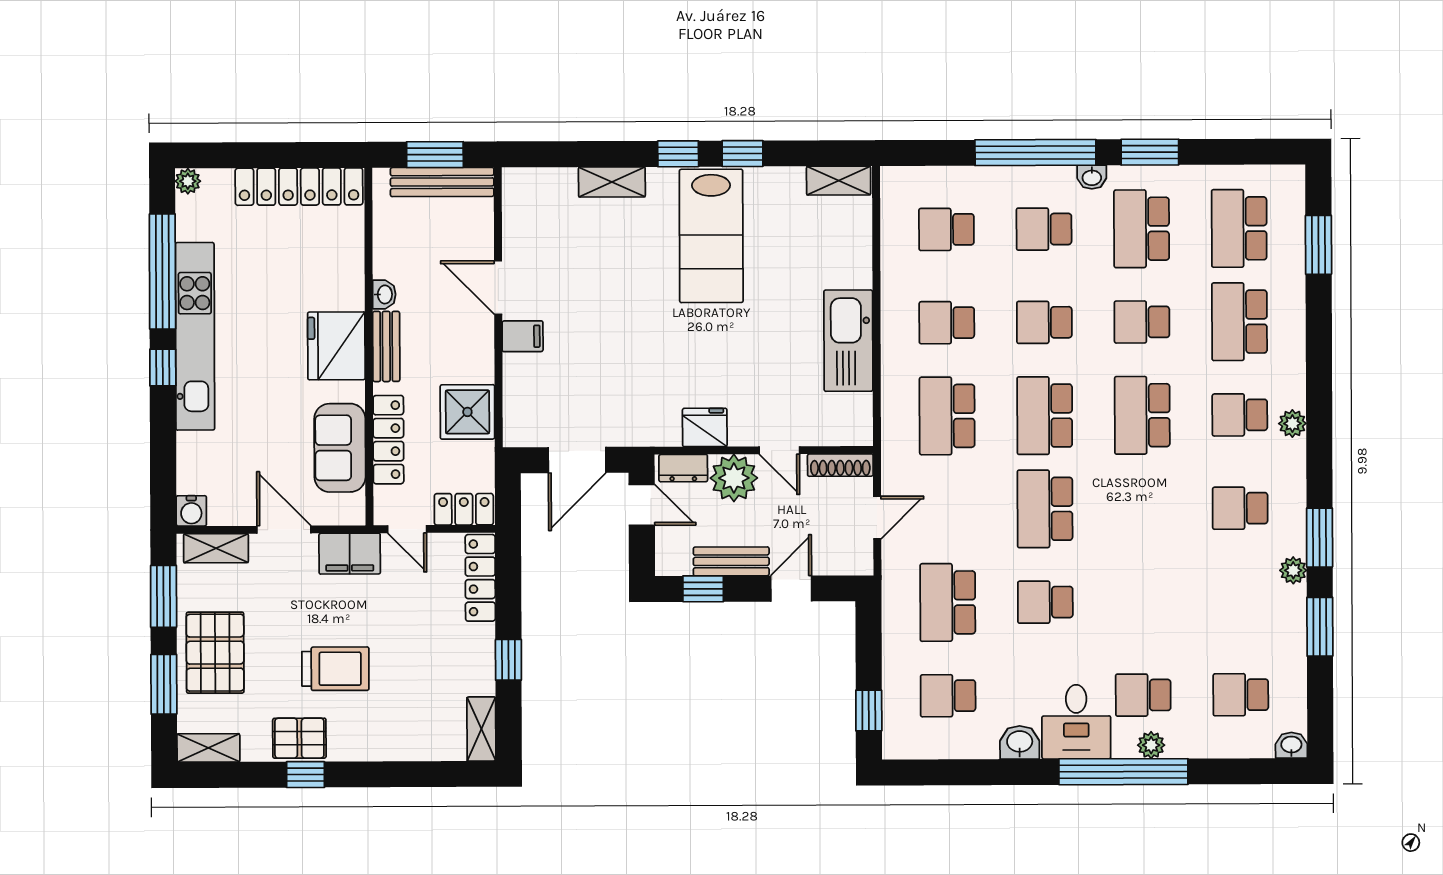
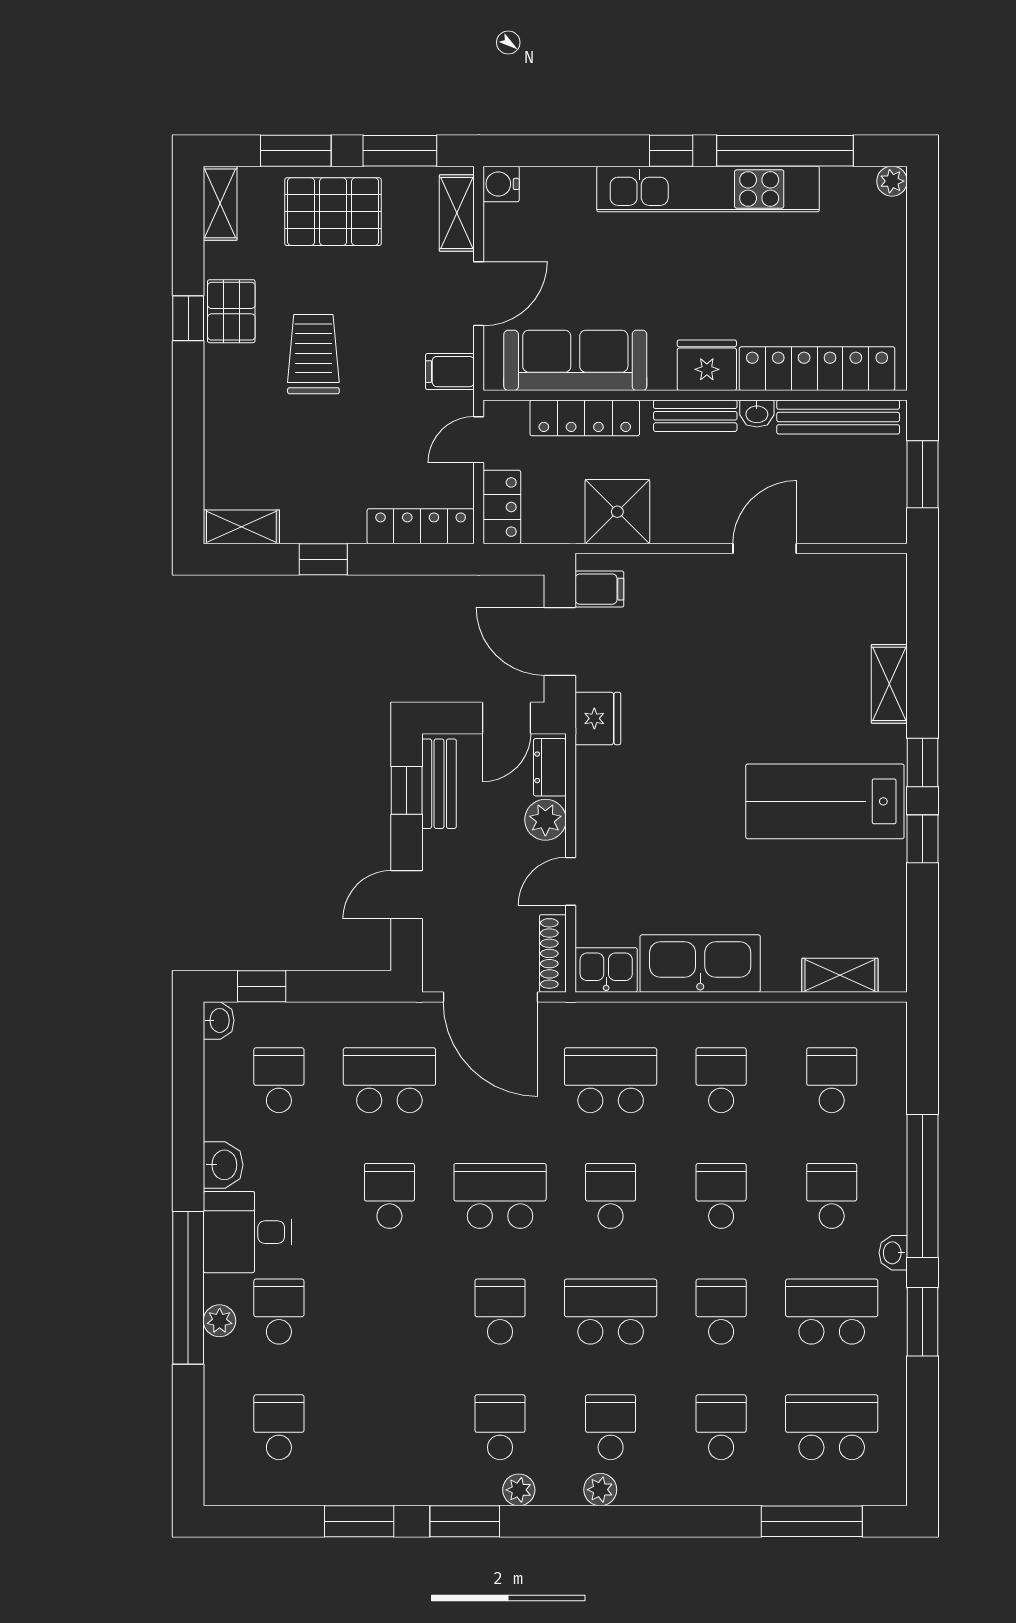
shelving: (839, 181) -> (840, 975), moved, turned 90
bench: (442, 182) -> (838, 417), moved, turned 90
locker: (299, 187) -> (817, 369), moved, turned 90
window: (1319, 245) -> (812, 1521), width x1.44
school desk: (1239, 322) -> (721, 1427), width x0.54
filing cabinet: (523, 336) -> (599, 589), moved, turned -90
fridge: (336, 346) -> (707, 365), width x0.73, depth x0.75
school desk: (1045, 416) -> (611, 1196), width x0.54
kitchen sink: (854, 420) -> (606, 970), added
fridge: (705, 427) -> (598, 718), moved
sofa: (340, 448) -> (575, 360), width x1.36
plant: (734, 478) -> (545, 820), width x0.73, depth x0.73
school desk: (1143, 509) -> (500, 1312), added
door: (877, 517) -> (490, 997), width x1.88
filing cabinet: (350, 554) -> (450, 372), width x0.50
bench: (731, 561) -> (439, 784), moved
plant: (1293, 570) -> (519, 1490), moved
door: (791, 589) -> (407, 895), swing flipped
trolley: (335, 669) -> (313, 354), turned 180
washbasin: (1291, 745) -> (219, 1020), moved

